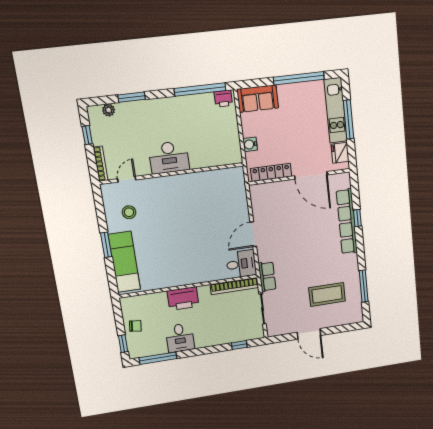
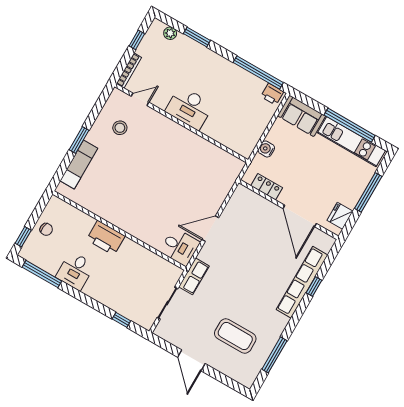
kitchen unit: (336, 110) -> (351, 142), moved, turned -90
locker: (271, 172) -> (267, 187), width x0.66
exam couch: (124, 262) -> (79, 164), width x0.73, depth x0.69
bookcase: (234, 286) -> (159, 262), removed

